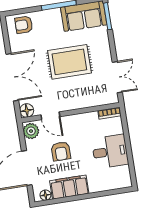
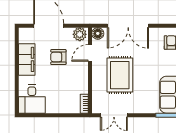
rug: (69, 62) -> (120, 75), moved
desk: (110, 152) -> (32, 99), moved
floor lamp: (45, 195) -> (23, 38), removed

